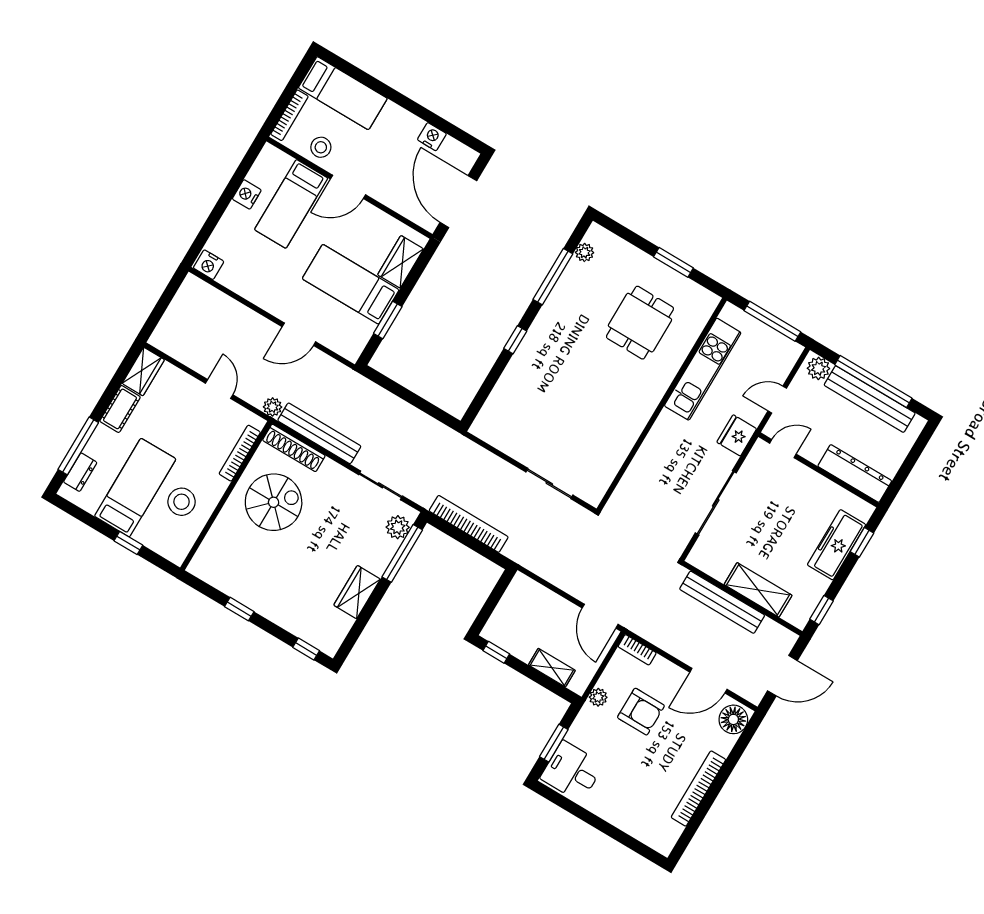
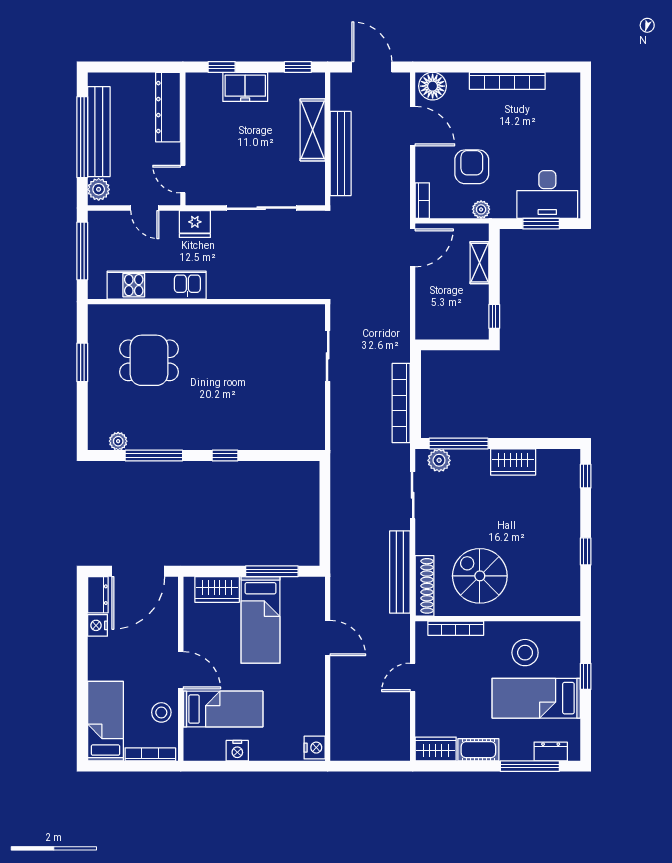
dresser: (459, 153) -> (98, 595), added
window: (388, 320) -> (272, 571), width x1.44
plant: (273, 407) -> (401, 624), removed
freezer: (837, 545) -> (245, 87), width x0.71
desk: (572, 771) -> (547, 194), width x1.37

